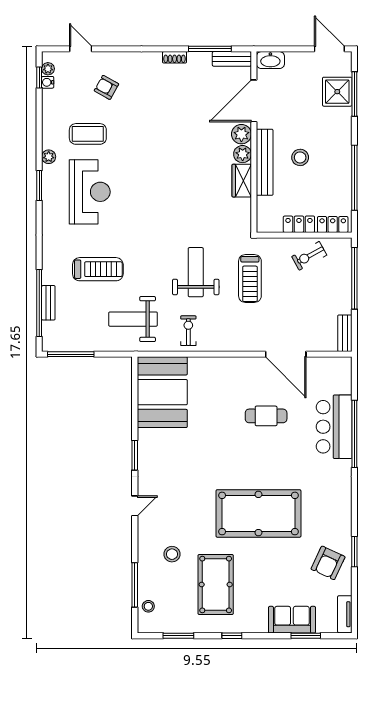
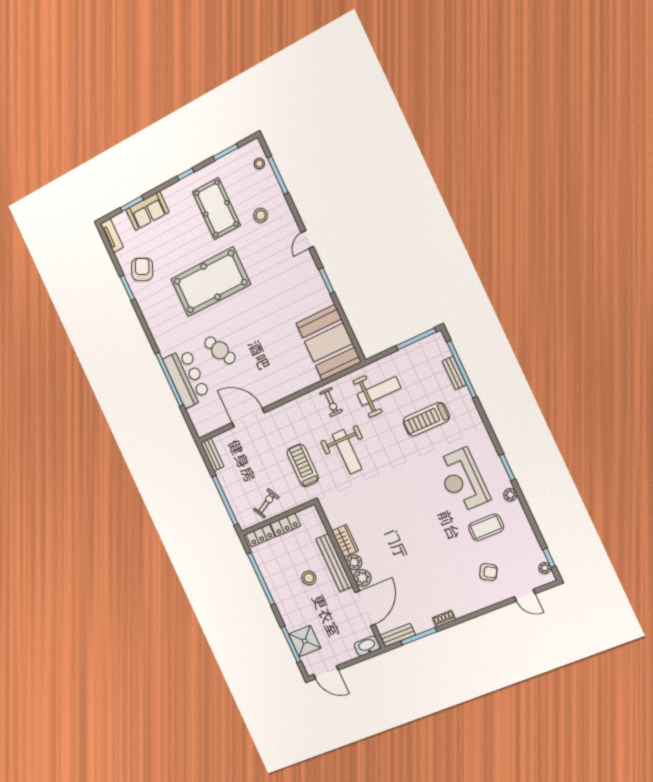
water cooler: (48, 82) -> (540, 557), removed
cafe table: (266, 416) -> (220, 350), moved, turned 62

